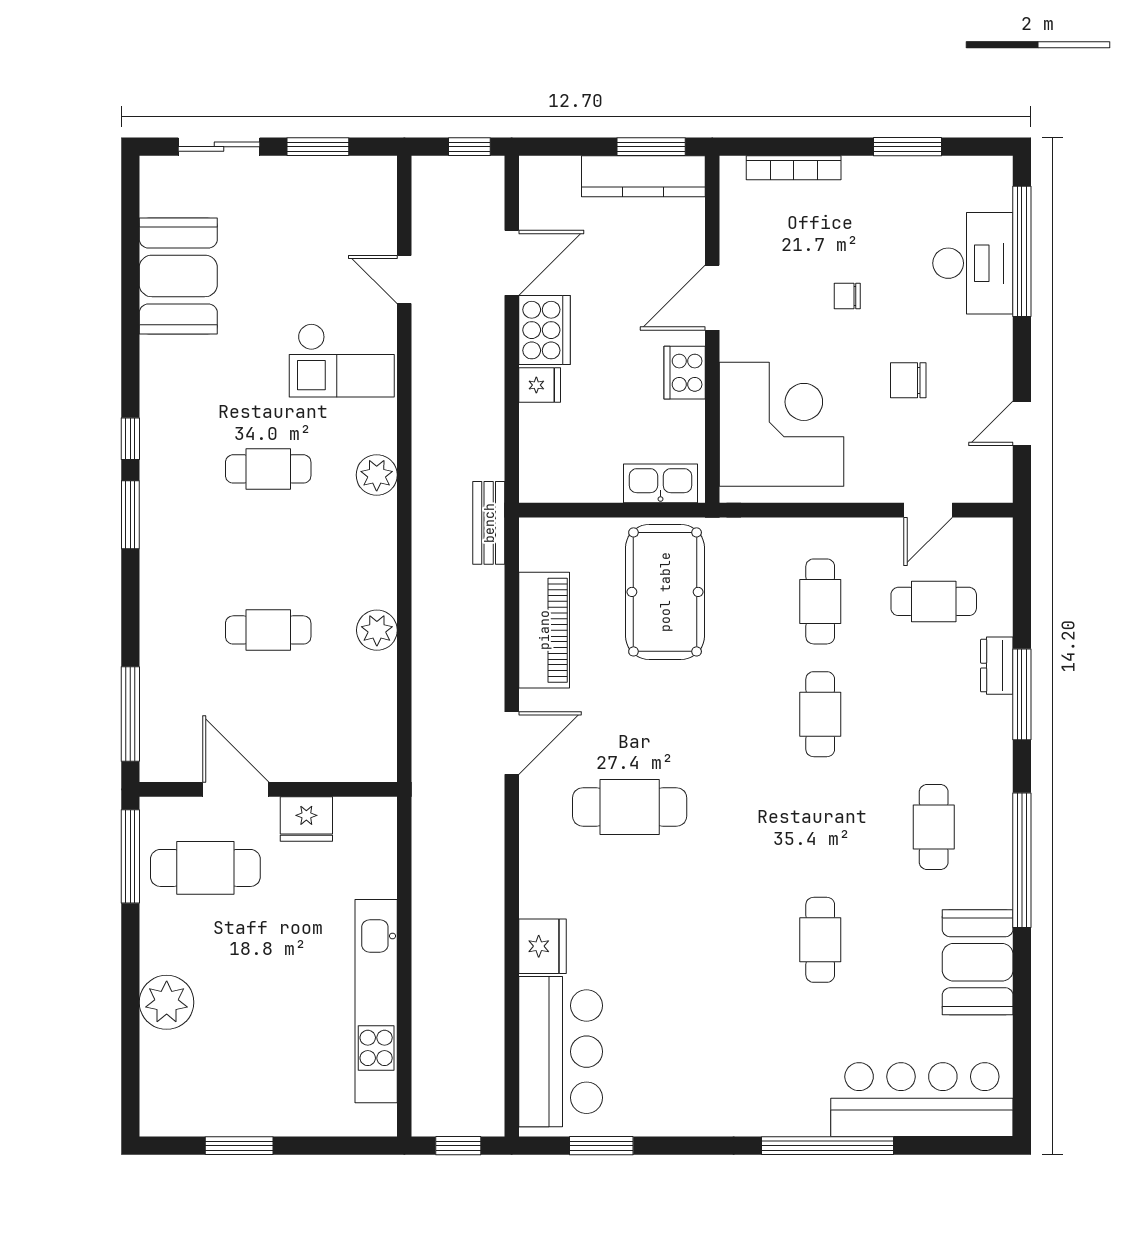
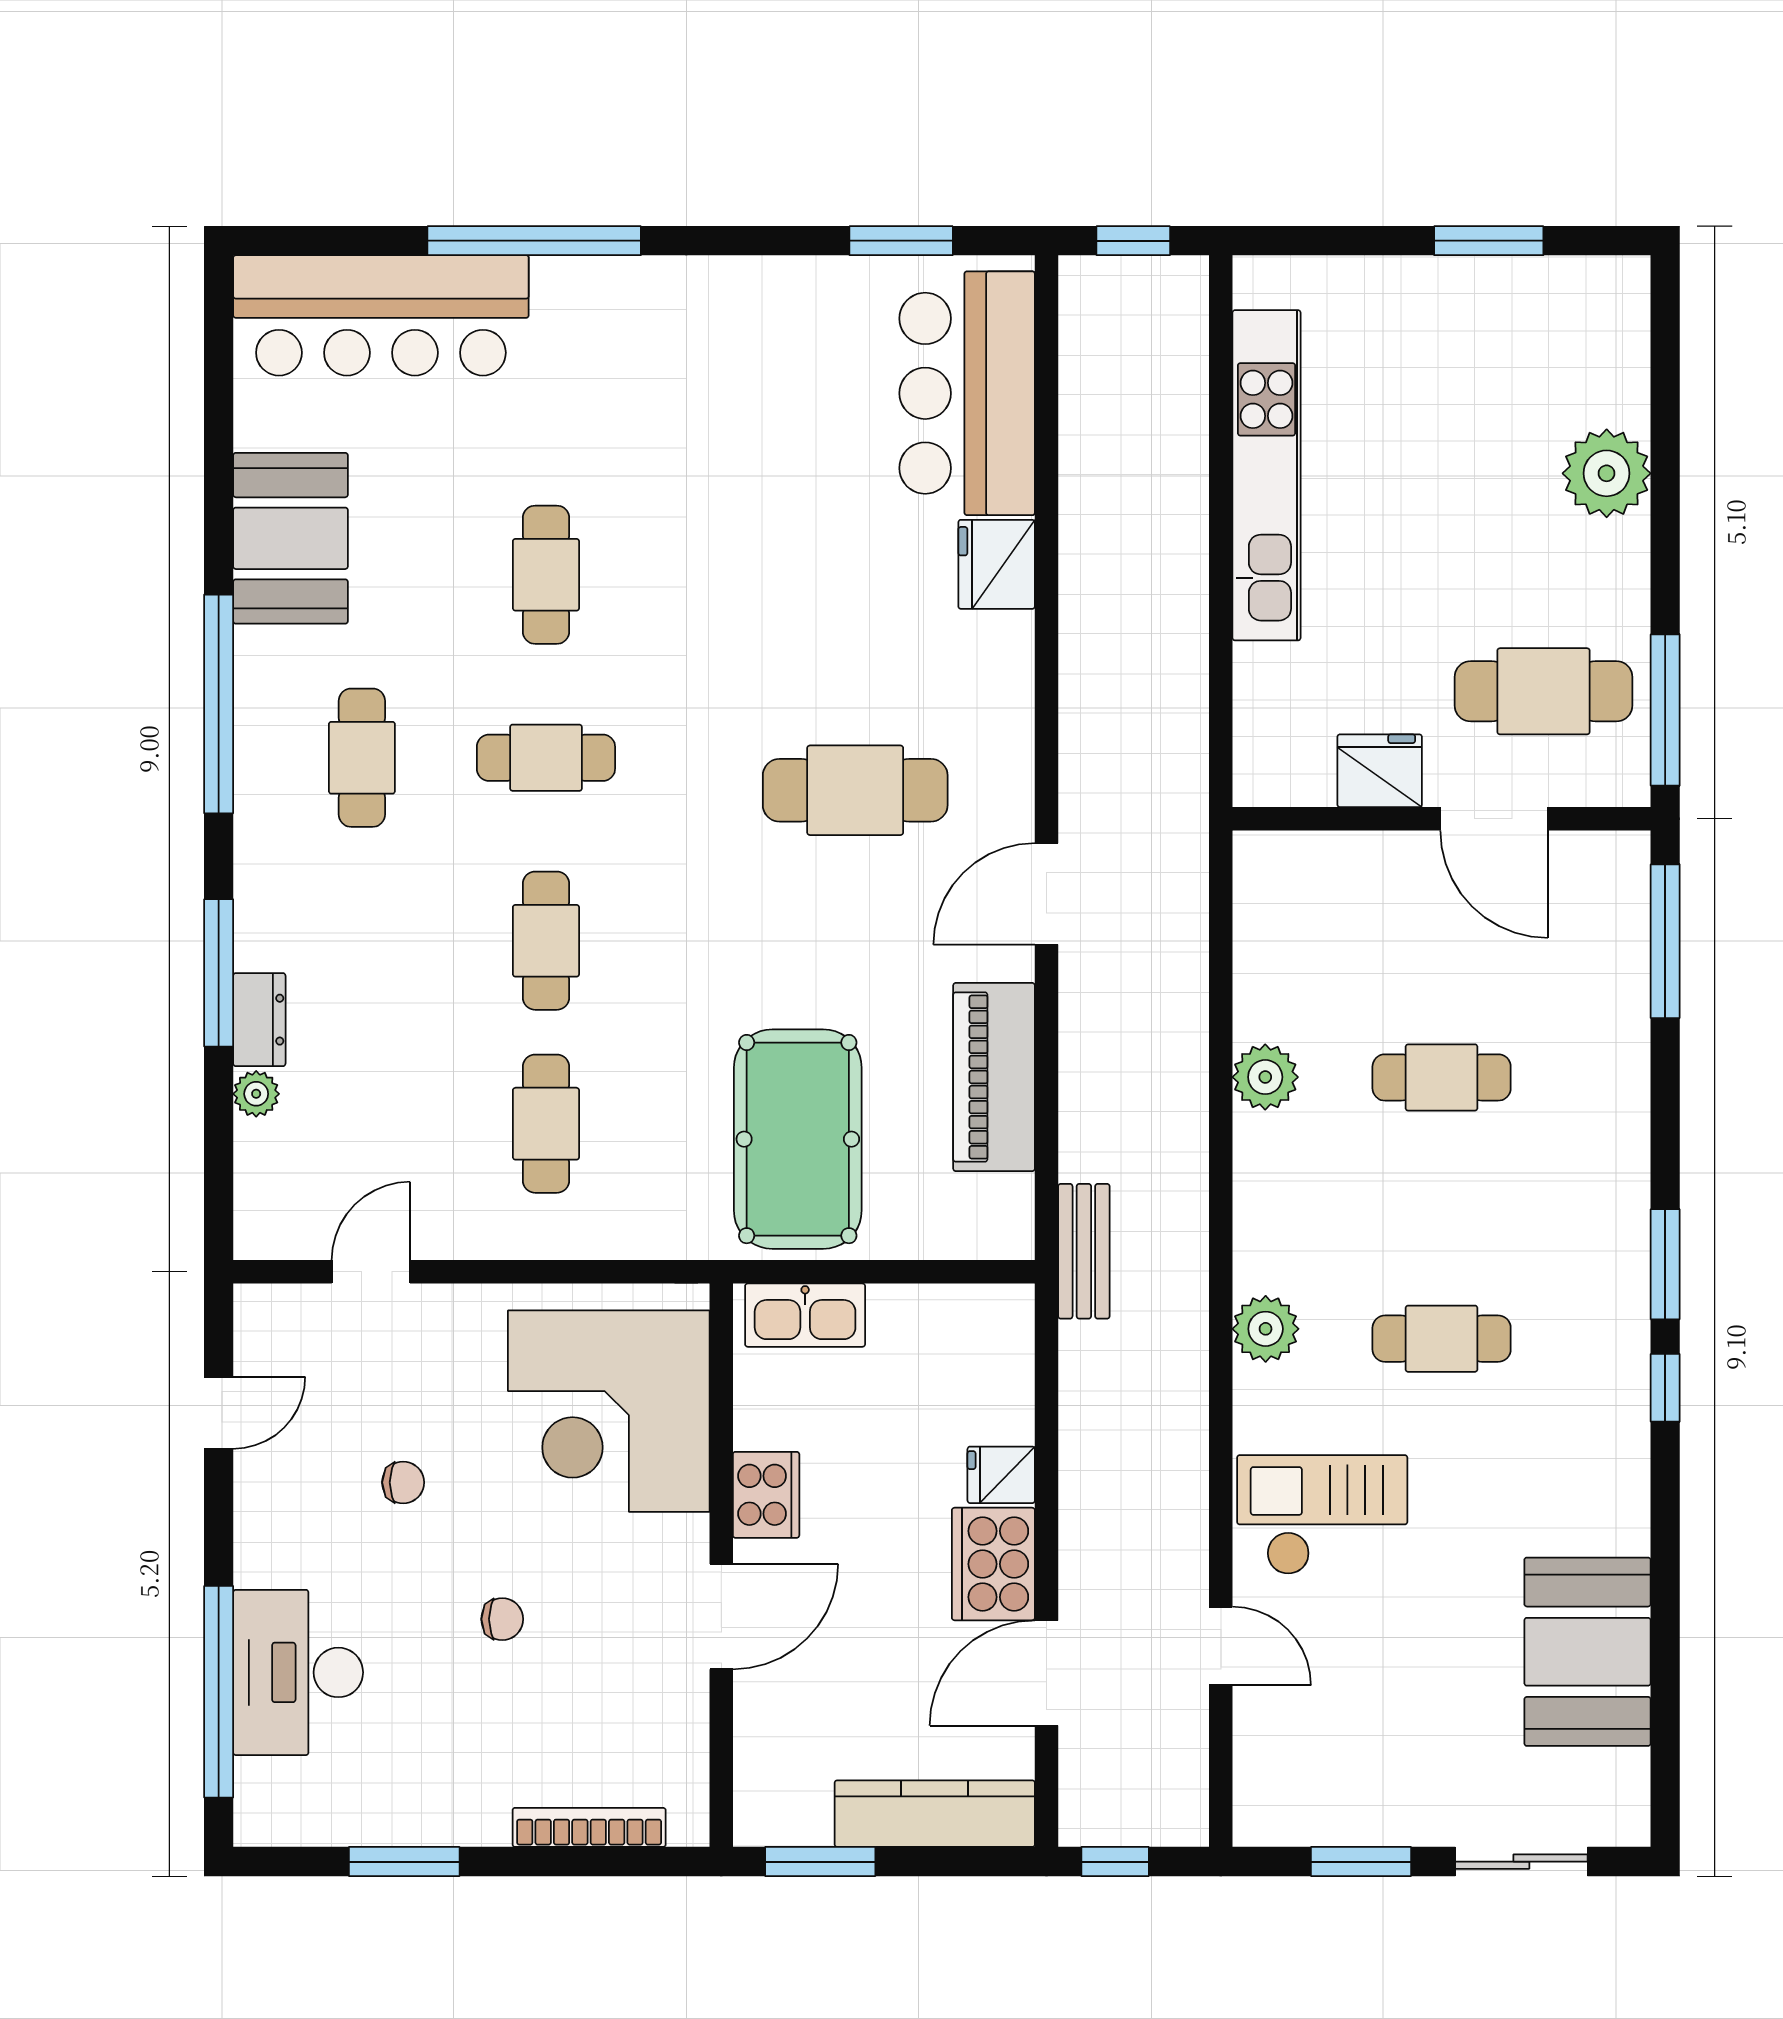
kitchen counter: (643, 176) -> (935, 1814), moved
chair: (908, 380) -> (403, 1482), width x0.73, depth x0.73
cafe table: (934, 601) -> (546, 758), moved
plant: (999, 620) -> (256, 1094), added

